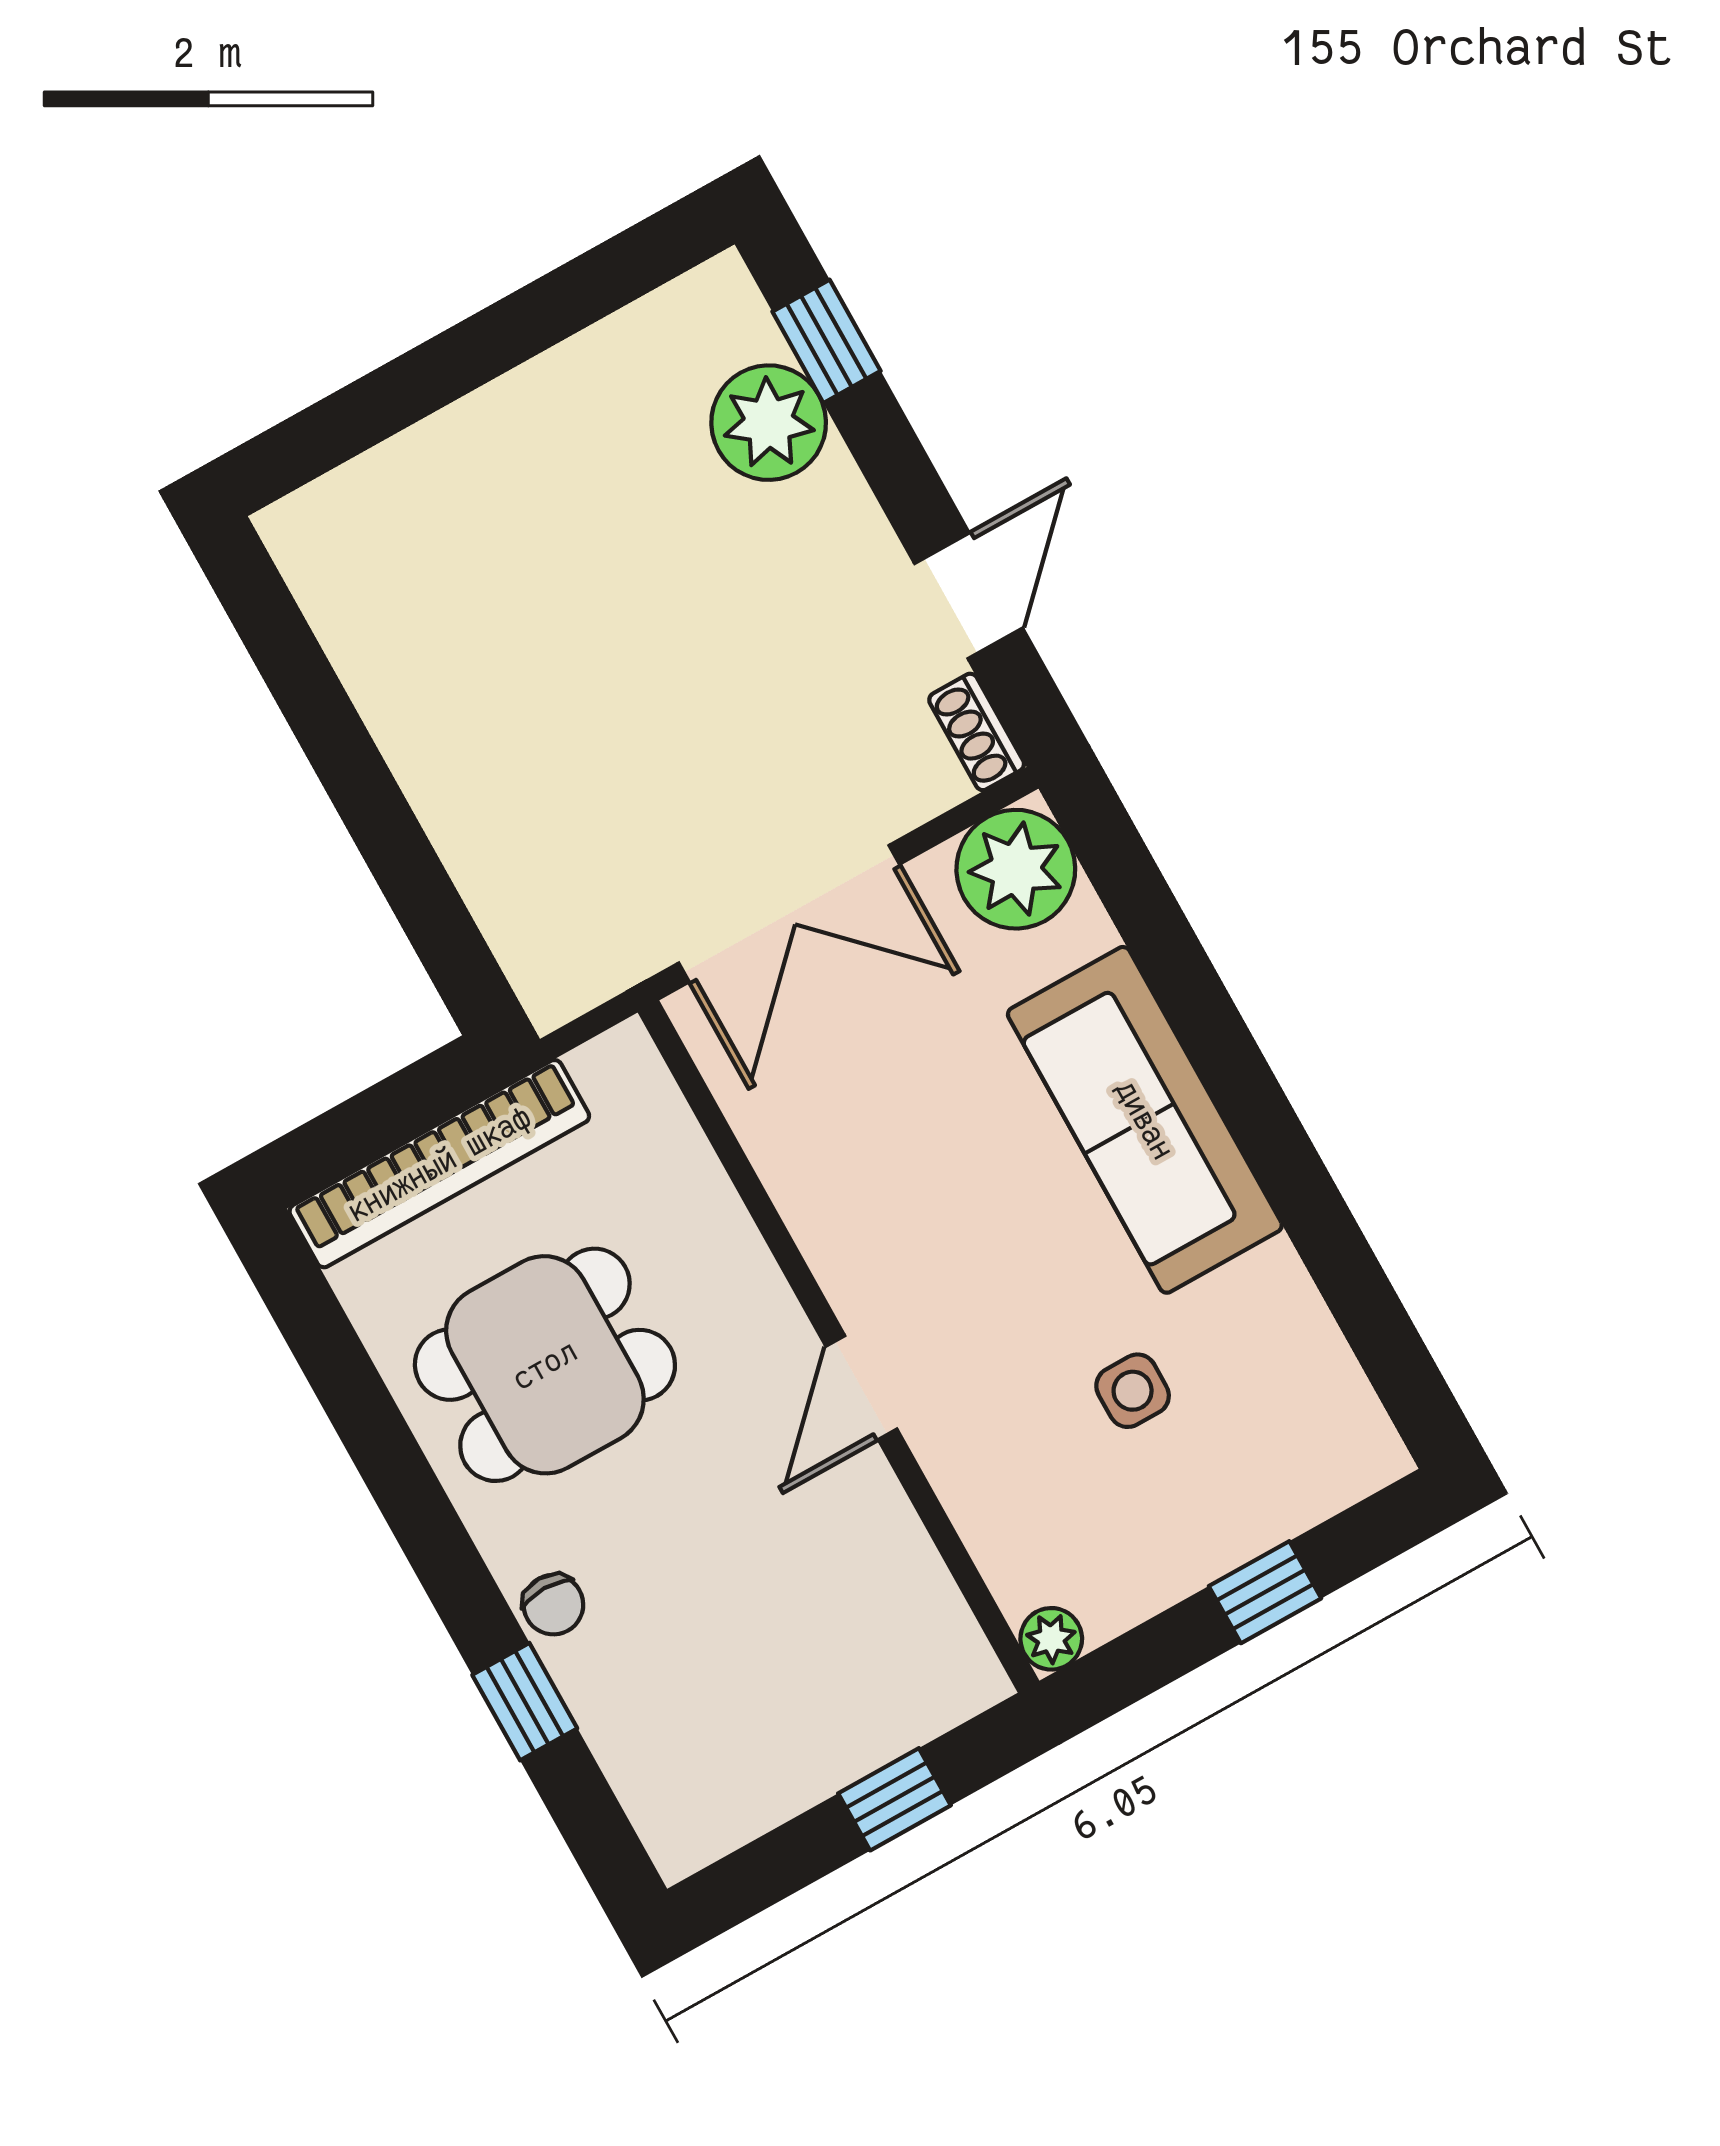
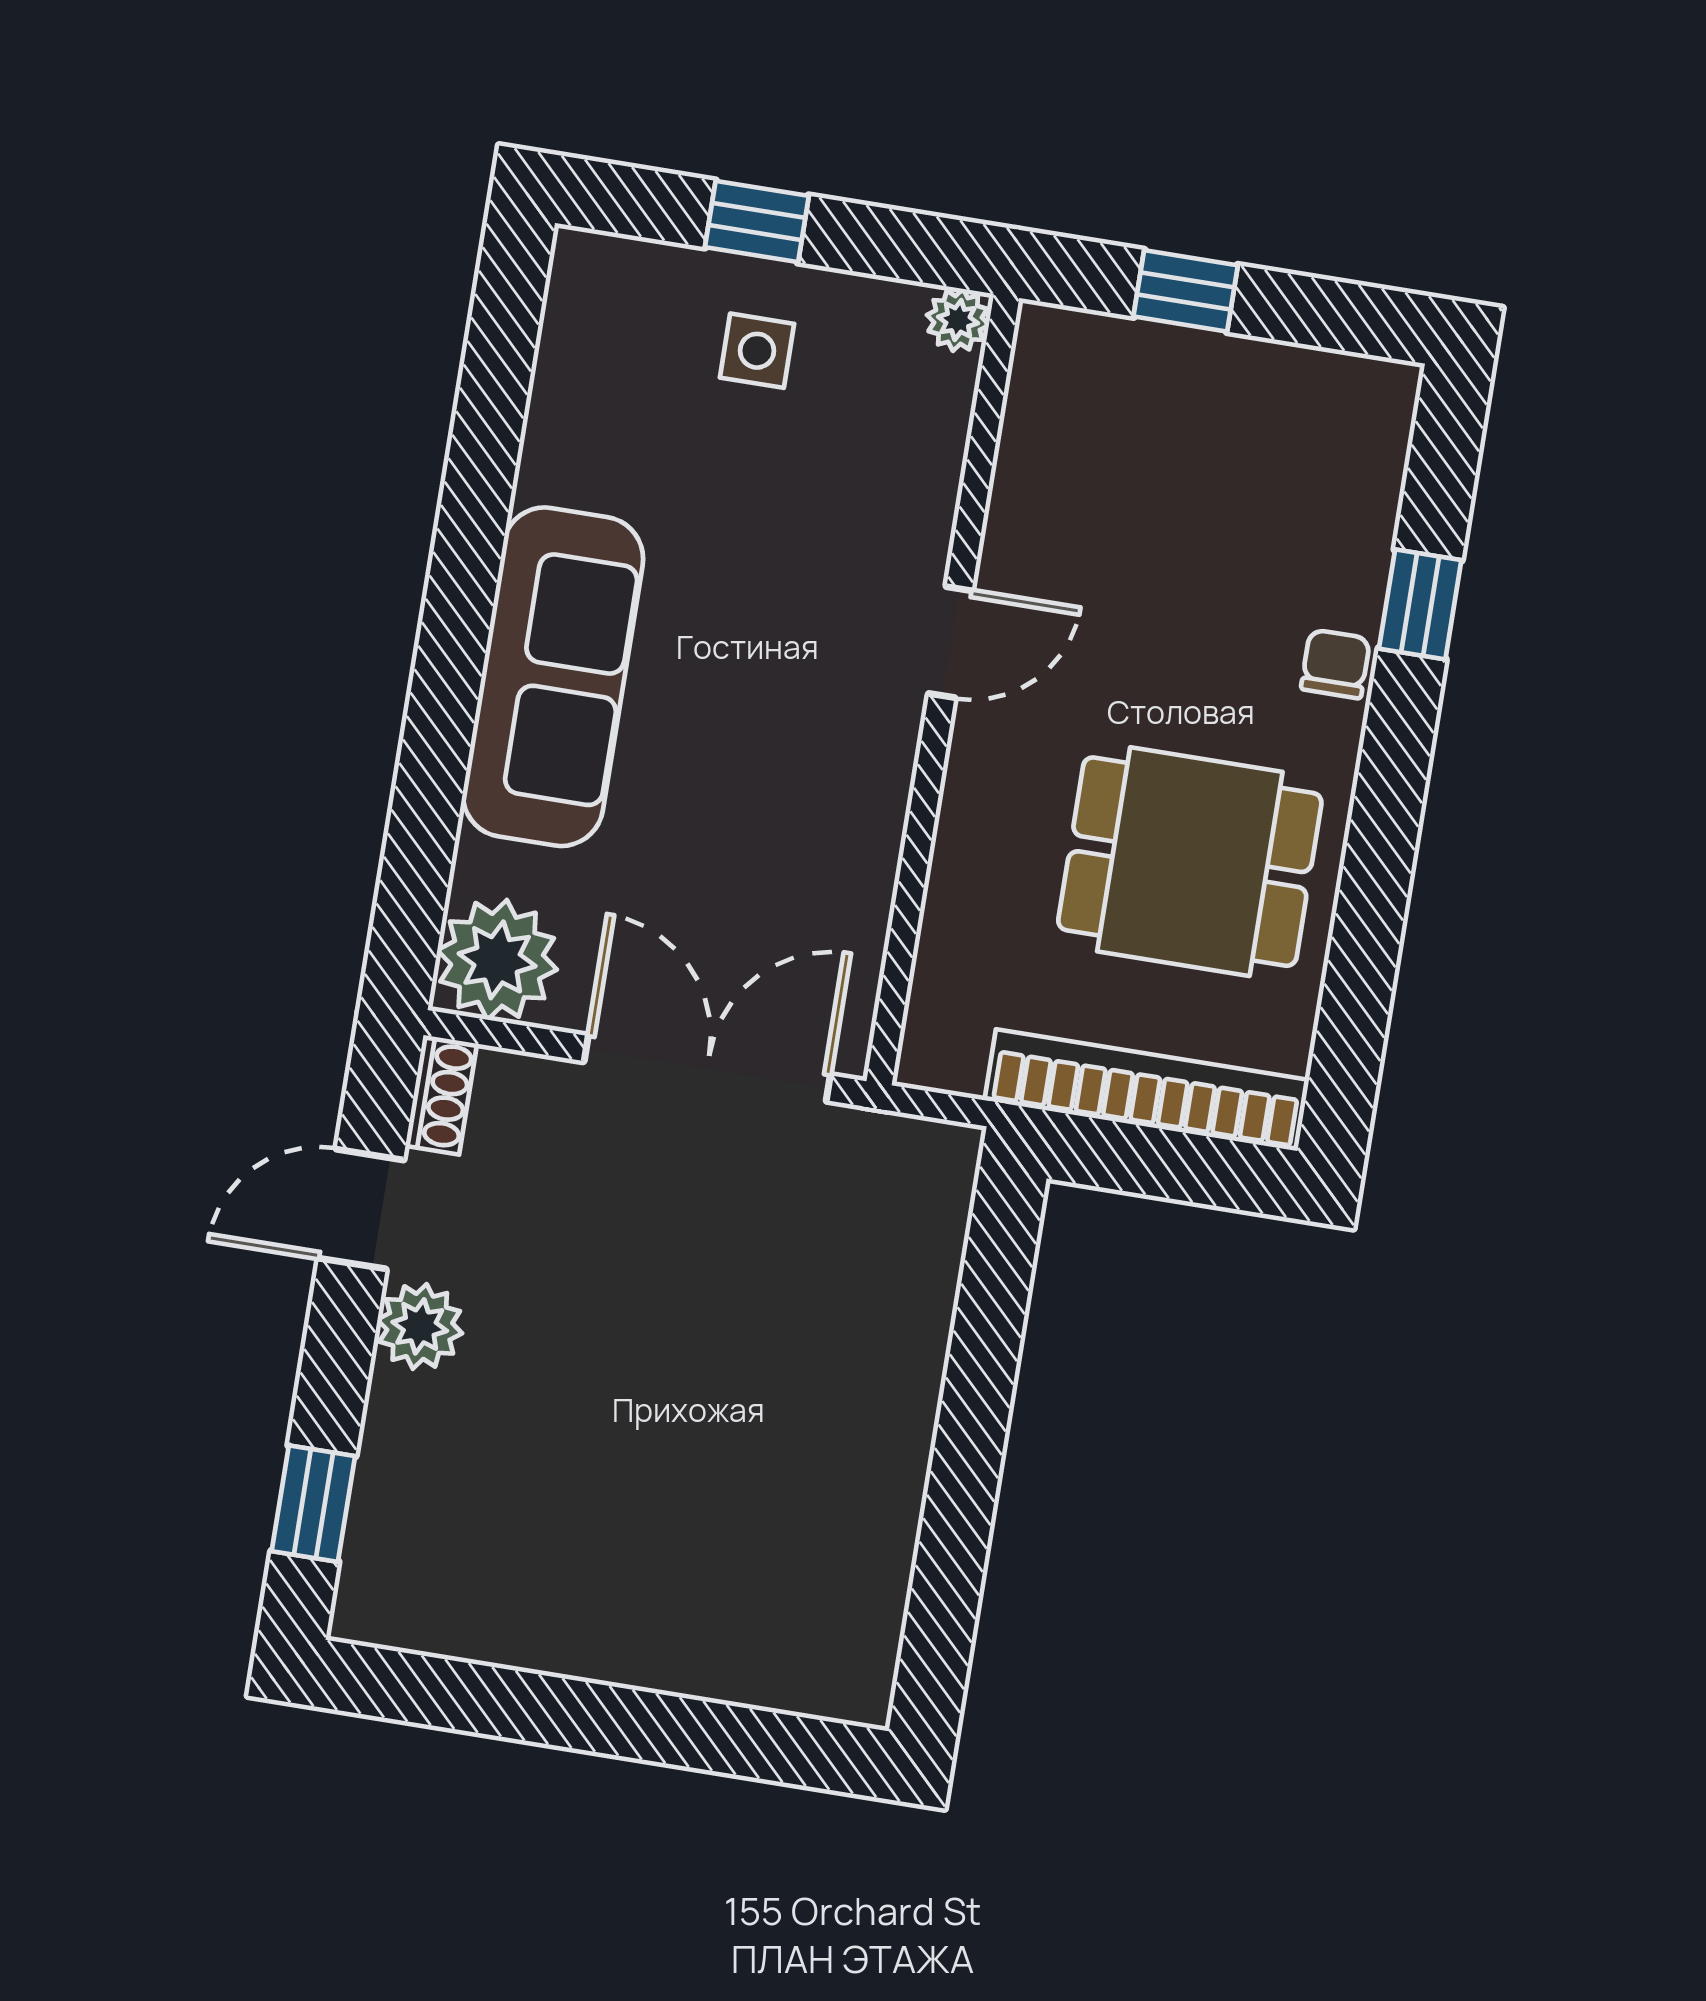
plant: (769, 423) -> (420, 1326), moved, width x0.73, depth x0.73
side table: (1133, 1391) -> (757, 351), moved

